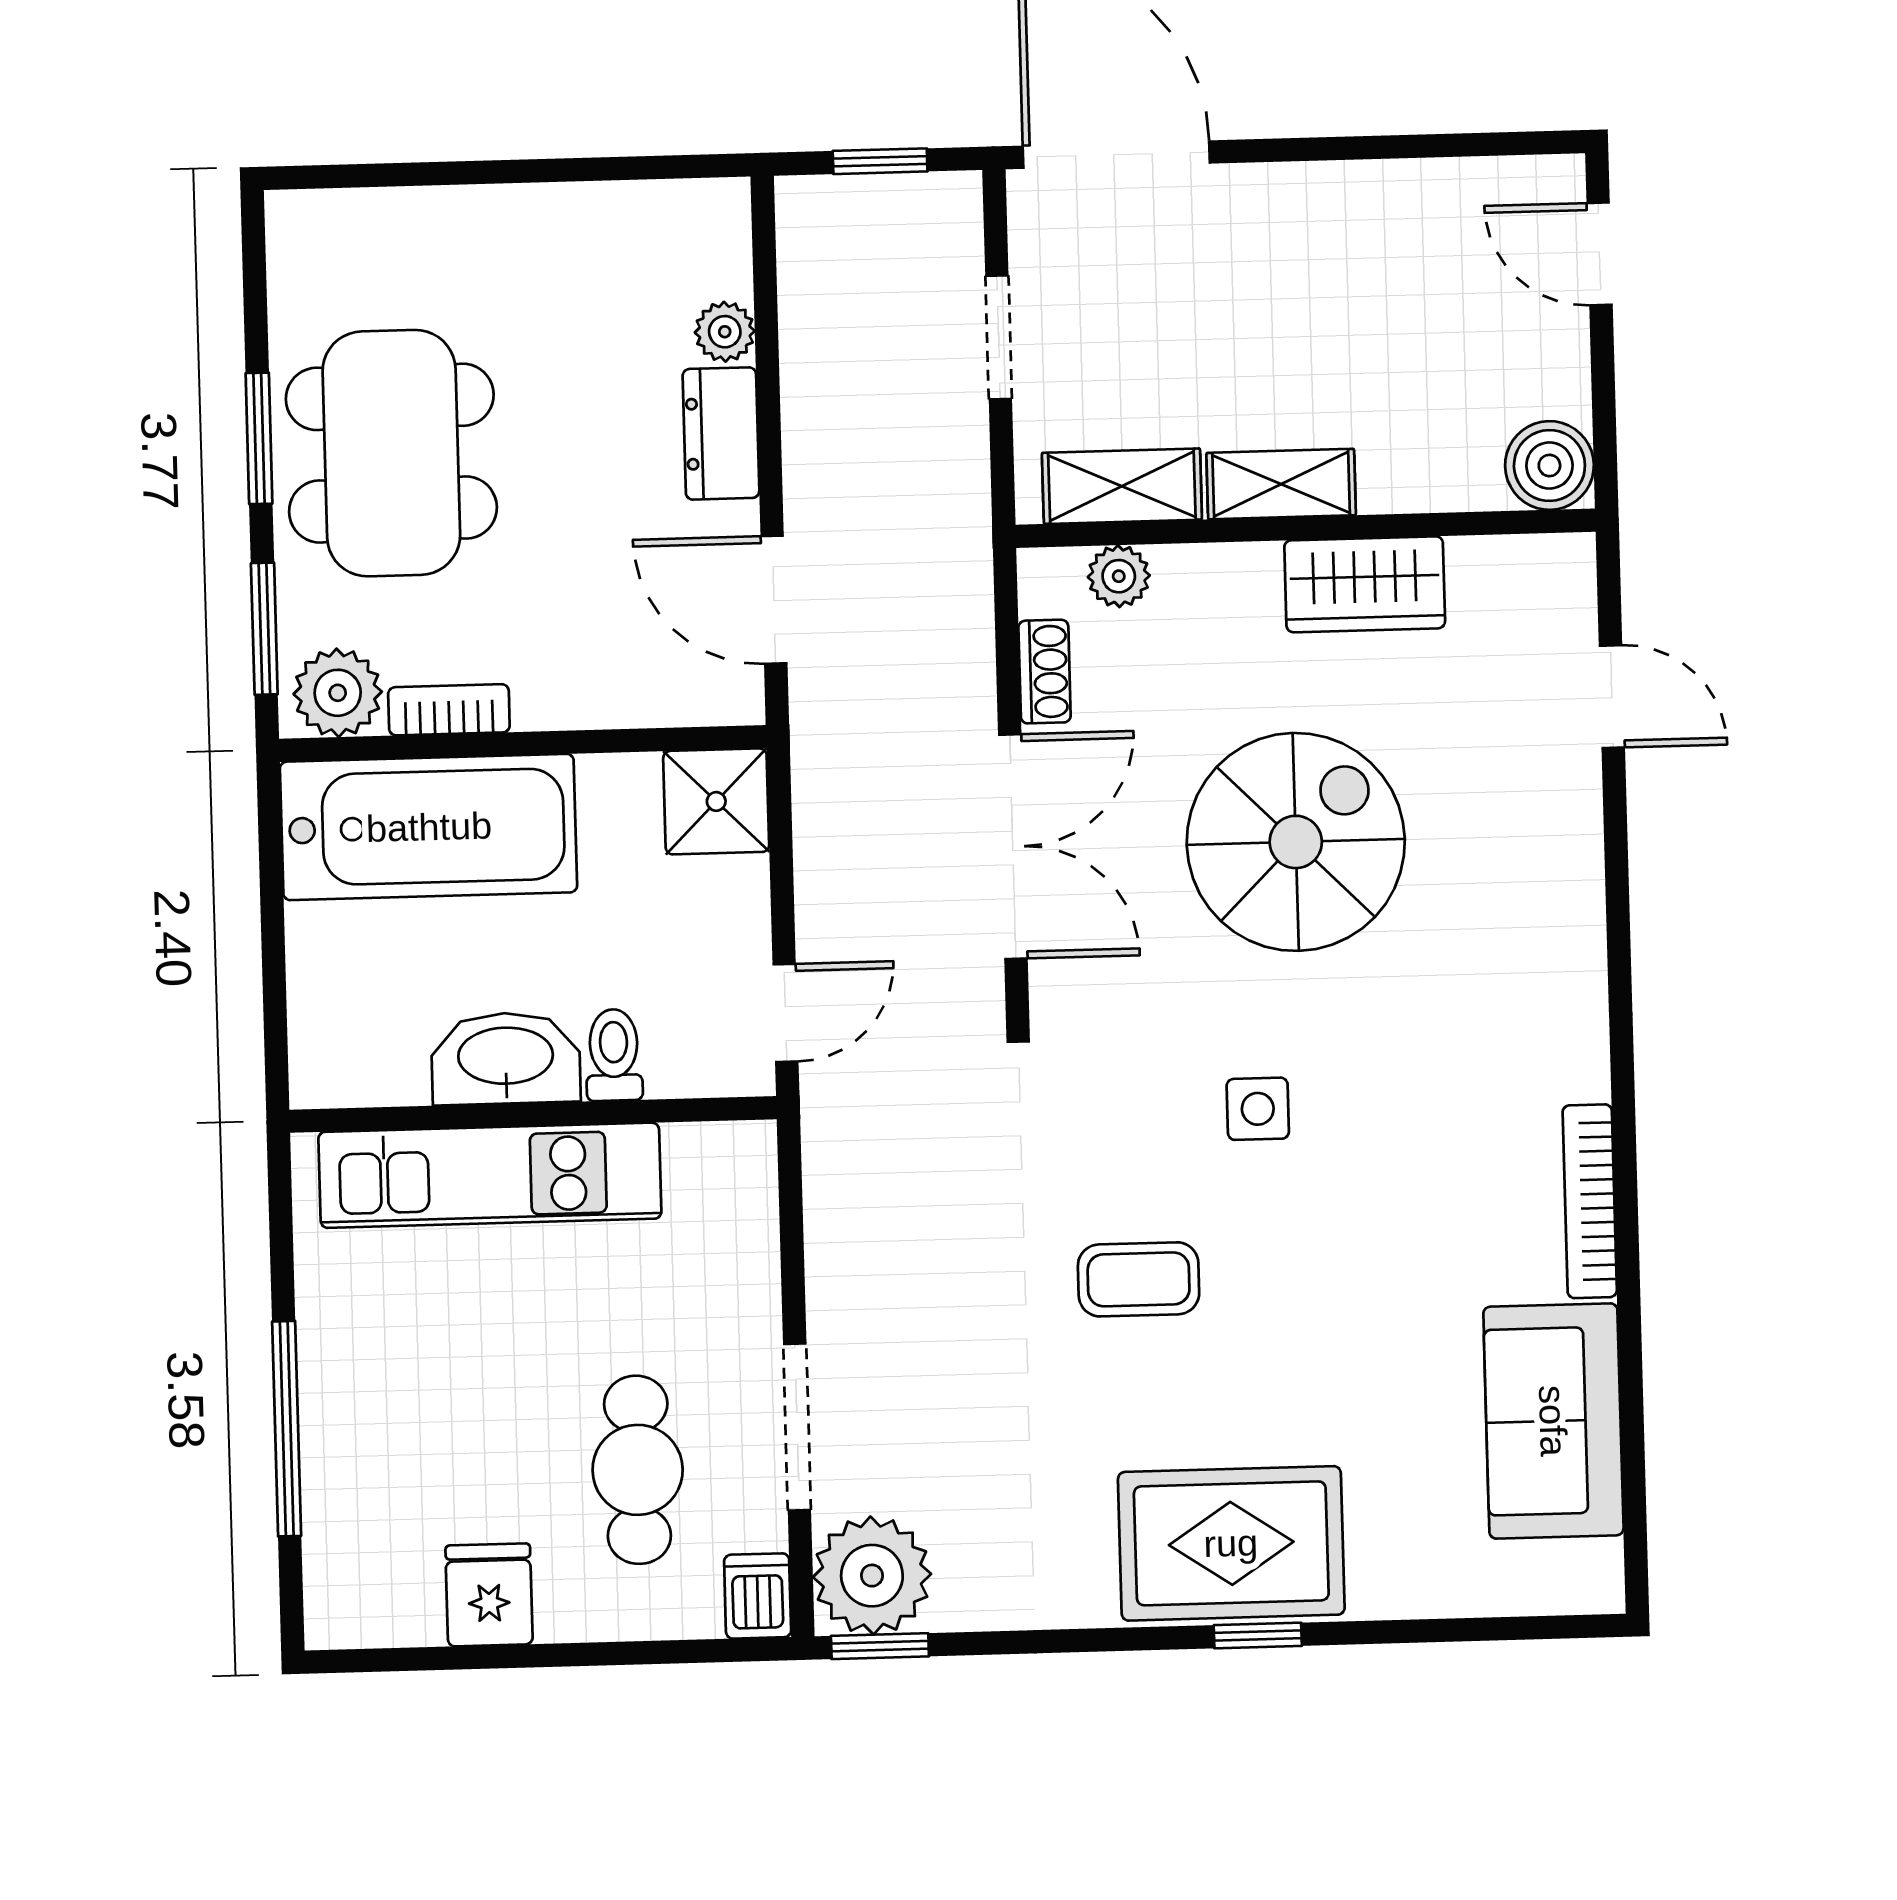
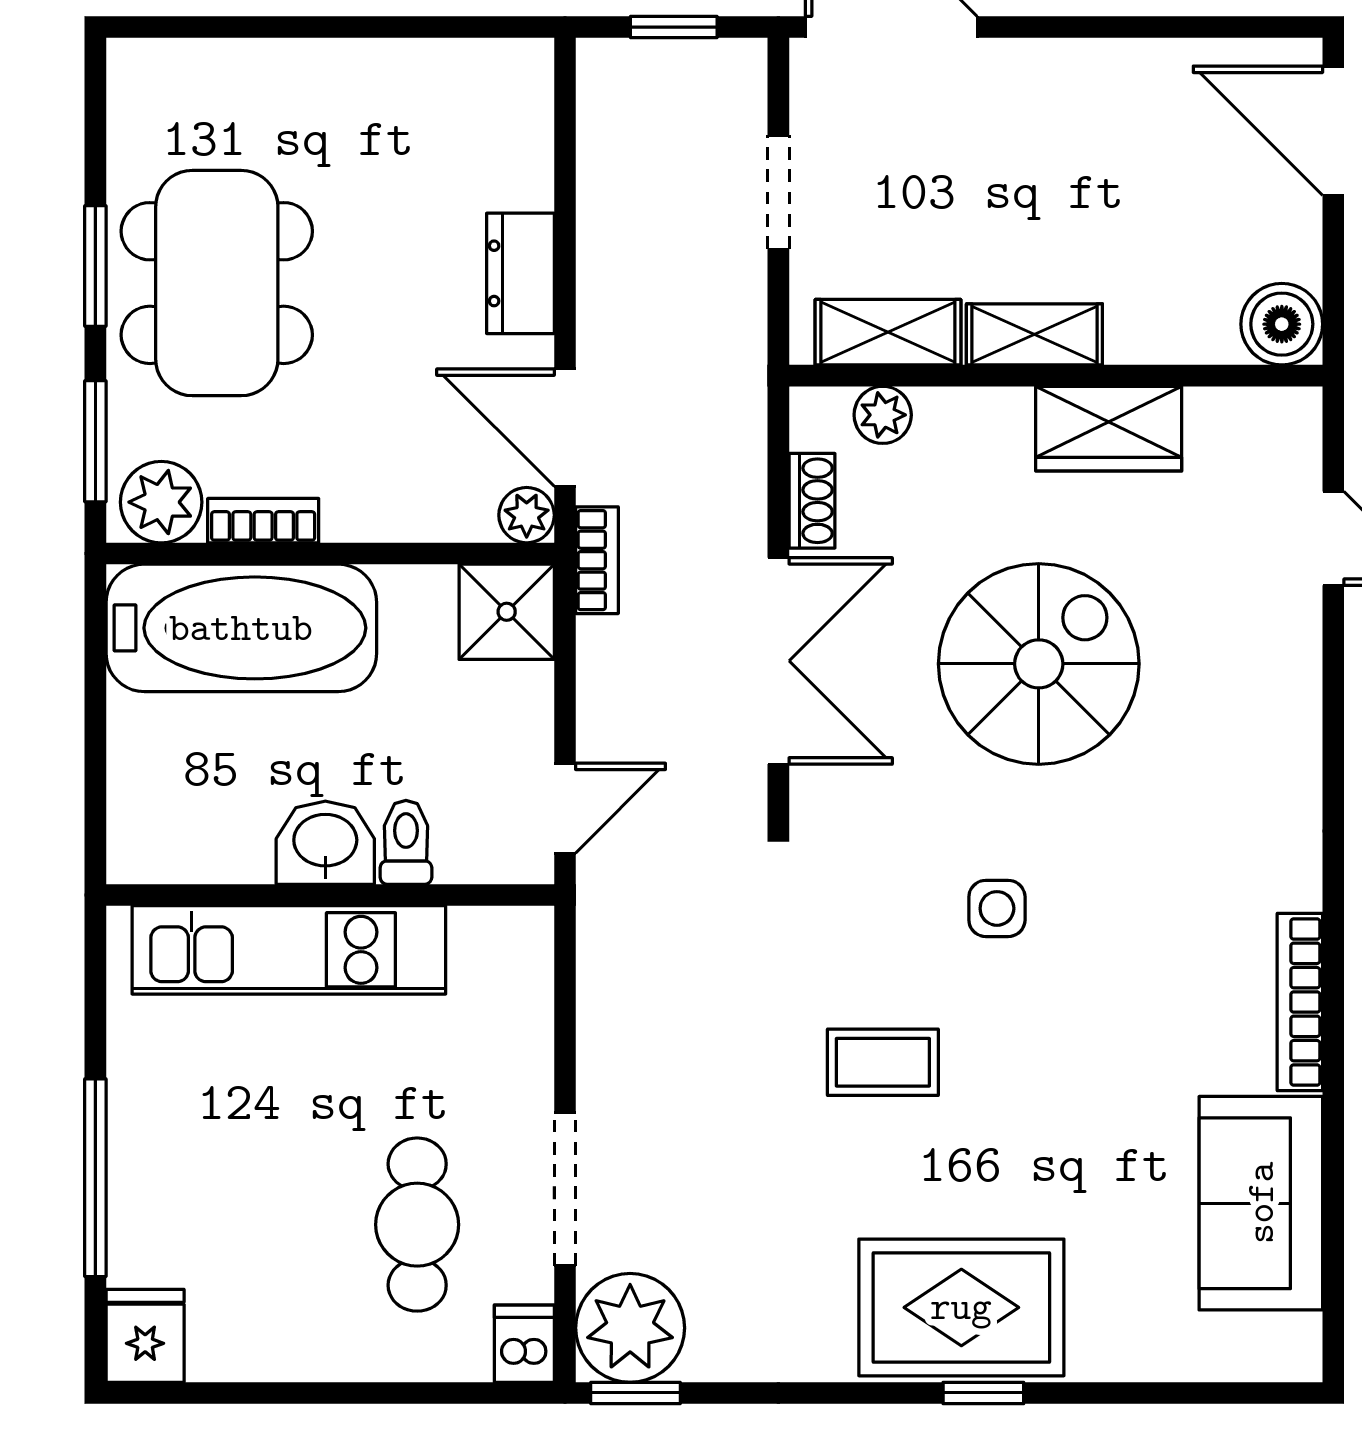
door: (1600, 254) -> (1333, 131), width x1.38
plant: (725, 332) -> (527, 515), moved
bookcase: (813, 743) -> (597, 560), added
washbasin: (506, 1058) -> (325, 843), width x0.72
fridge: (489, 1595) -> (145, 1336), moved

